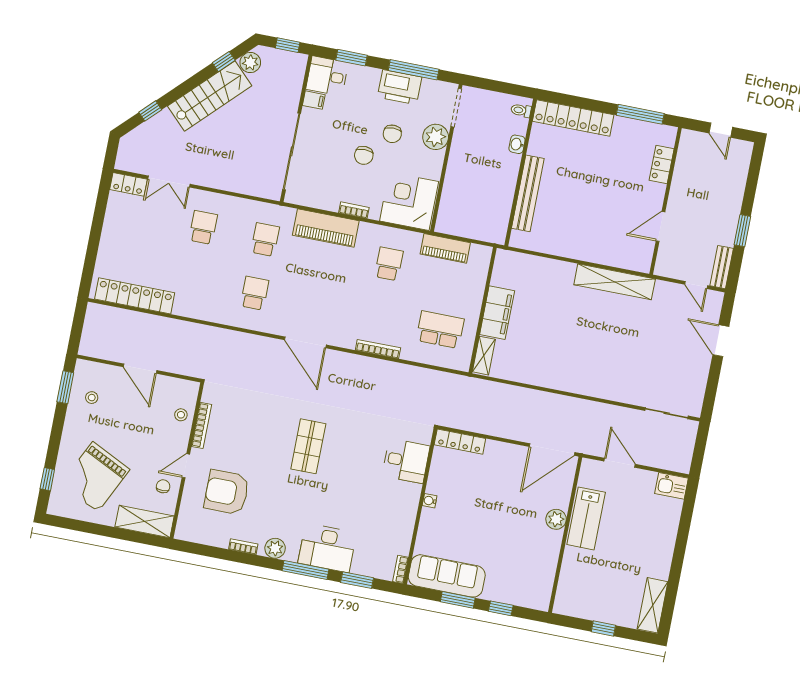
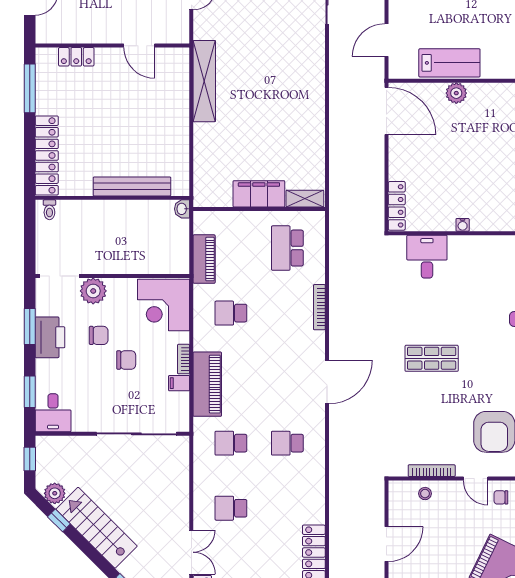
window: (414, 70) -> (30, 326), width x0.69
filing cabinet: (314, 100) -> (179, 383), moved, turned -90
washbasin: (517, 144) -> (182, 209), moved, turned 90

